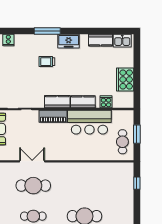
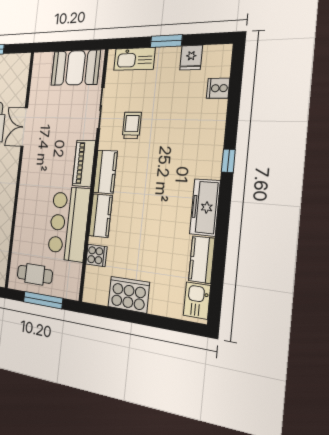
window: (47, 31) -> (228, 161), width x0.46
freezer: (69, 41) -> (205, 207), width x1.40
trolley: (47, 62) -> (132, 125), moved
window: (137, 134) -> (43, 300), width x1.44
double door: (32, 161) -> (24, 127), swing flipped

